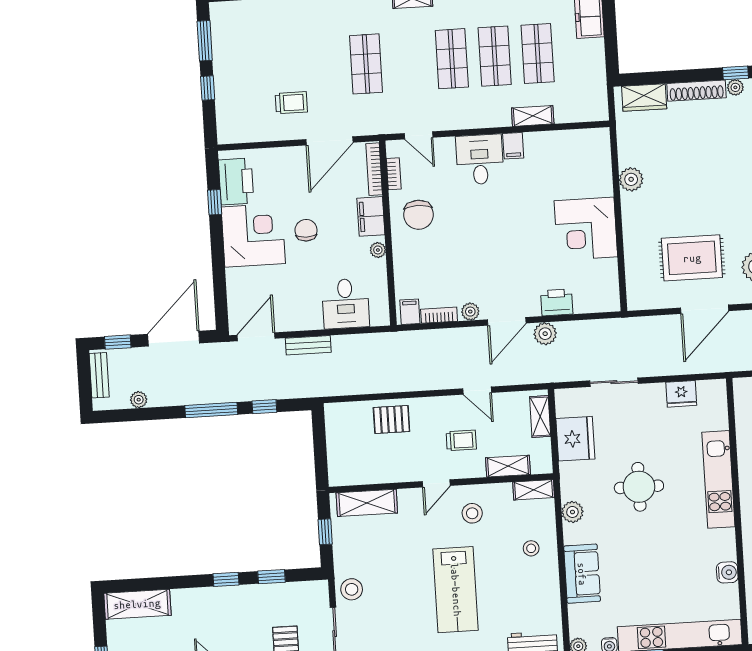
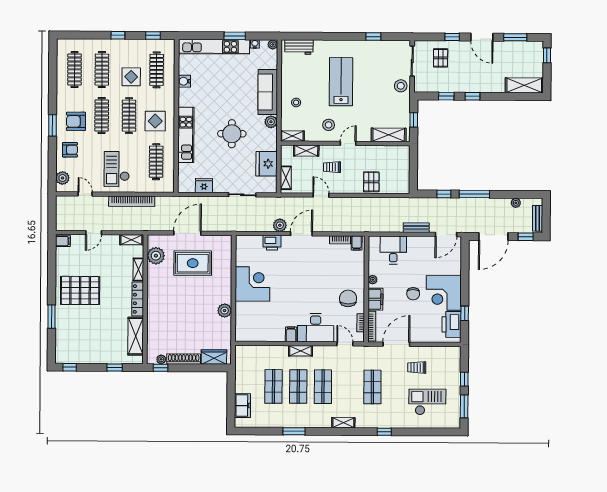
checkout: (269, 44) -> (427, 402), added
shelving: (533, 116) -> (300, 351), moved
desk: (480, 159) -> (316, 328), width x1.37
plant: (470, 312) -> (322, 241), removed
pallet: (391, 420) -> (371, 182), turned 90
sofa: (582, 574) -> (268, 92), width x1.36

